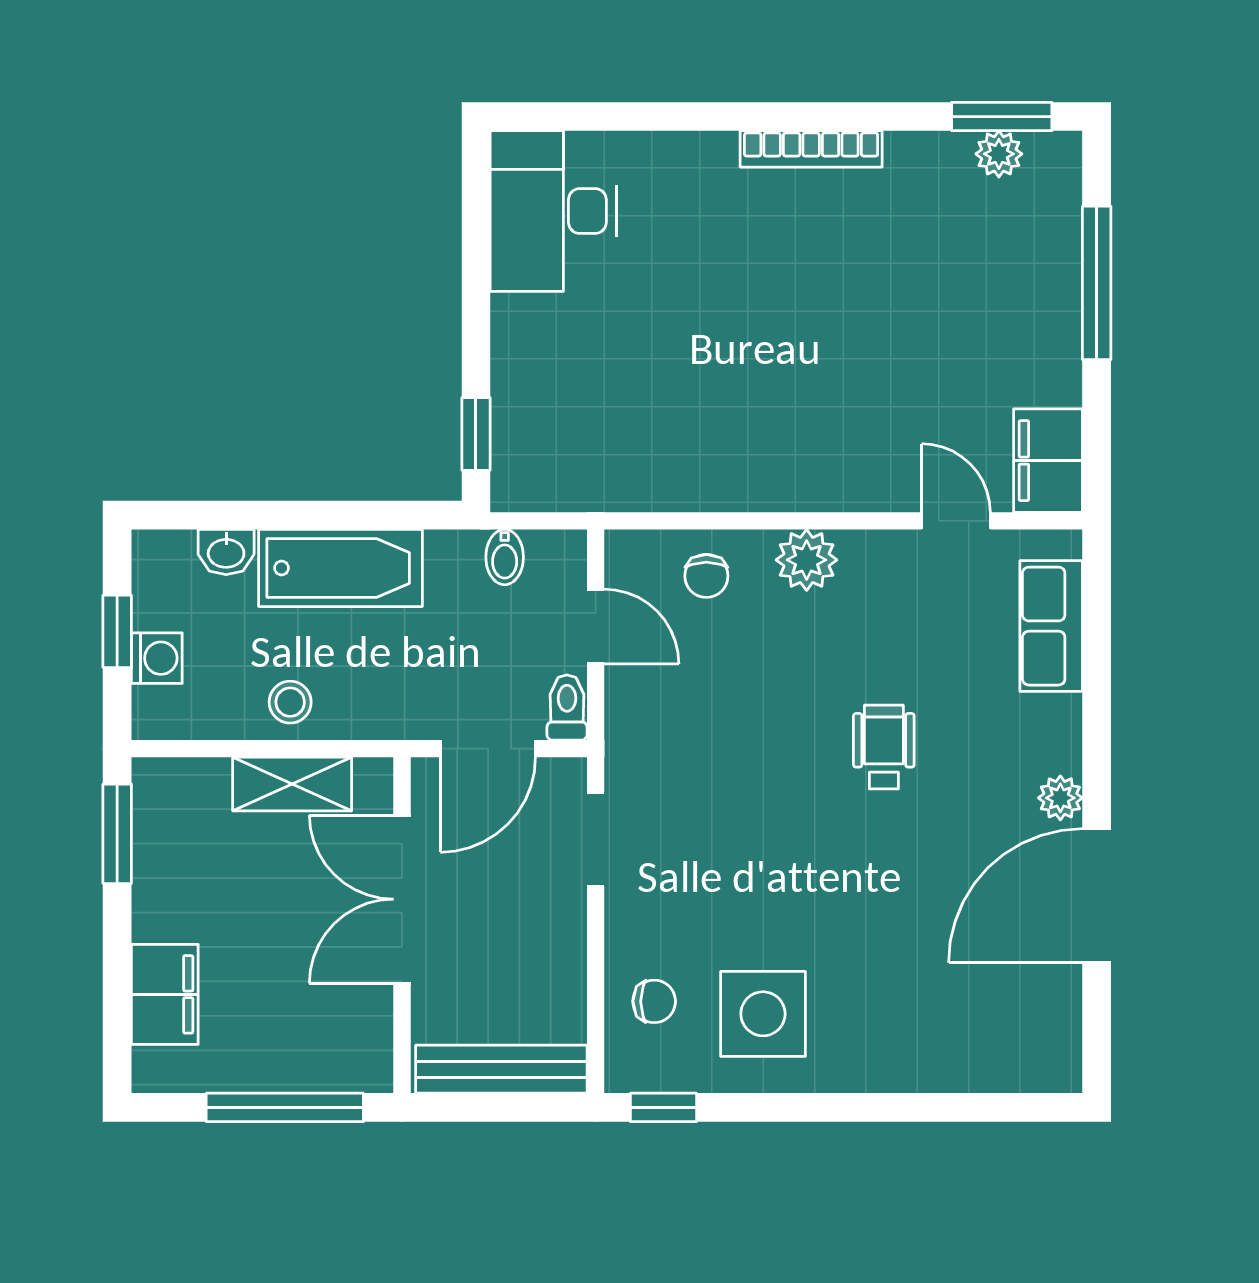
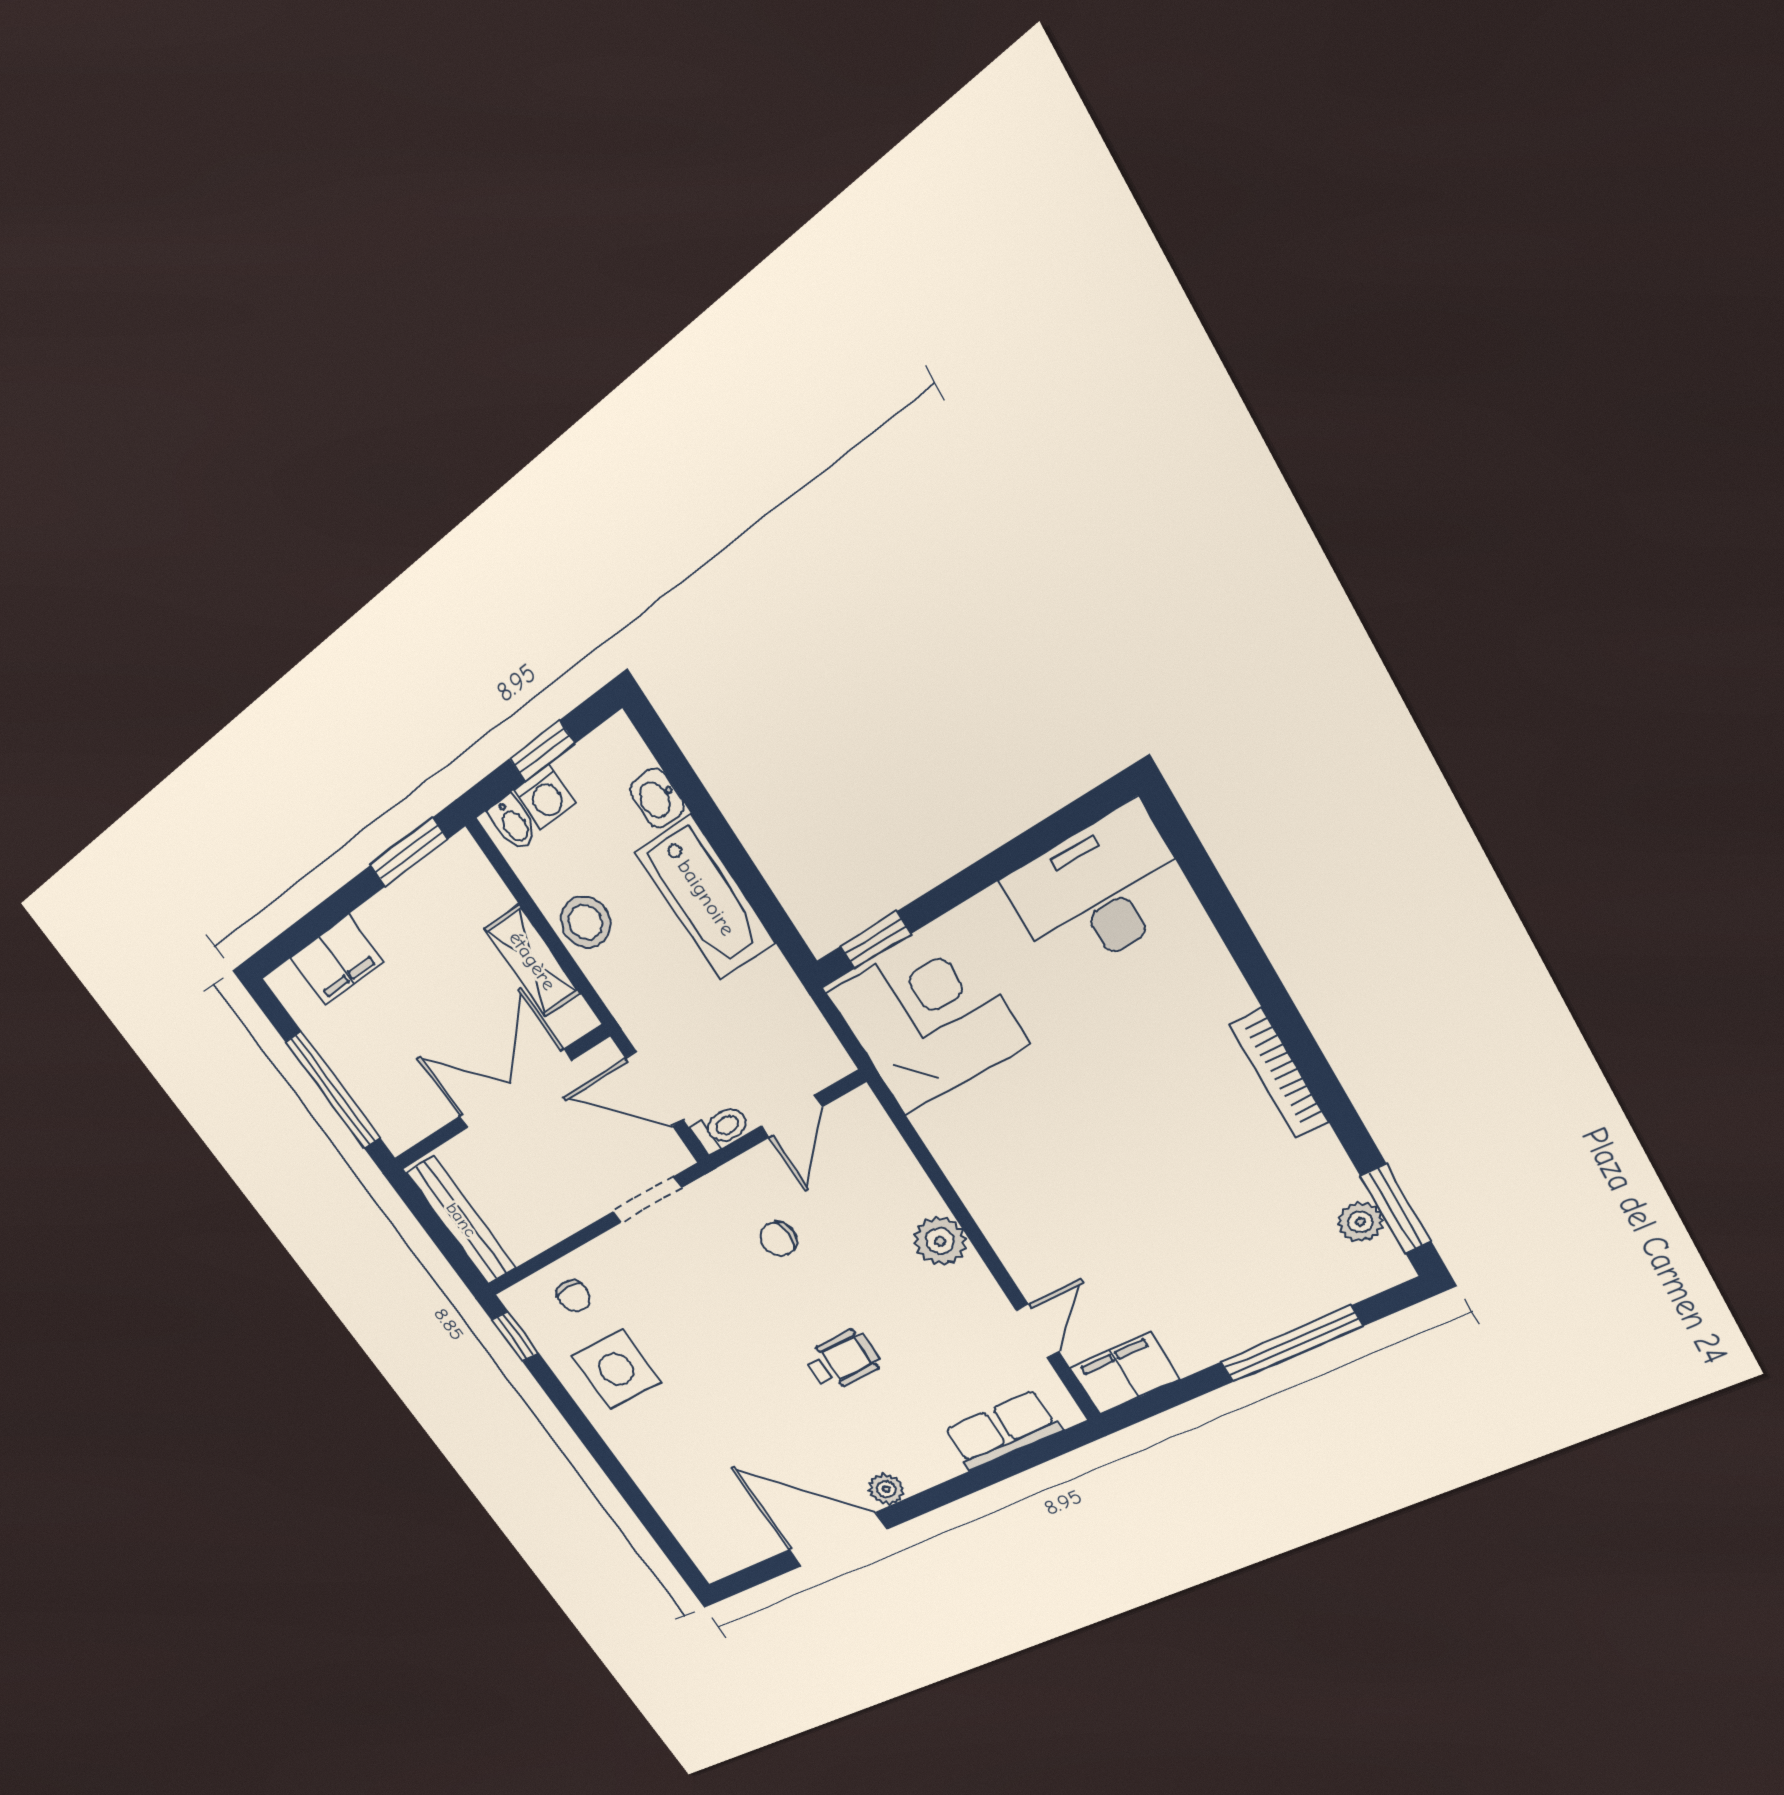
corner desk: (577, 432) -> (928, 1019), added
bidet: (505, 557) -> (513, 823), moved, turned -90
chair: (706, 576) -> (778, 1239), moved
stool: (290, 702) -> (586, 922), width x1.37, depth x1.37

